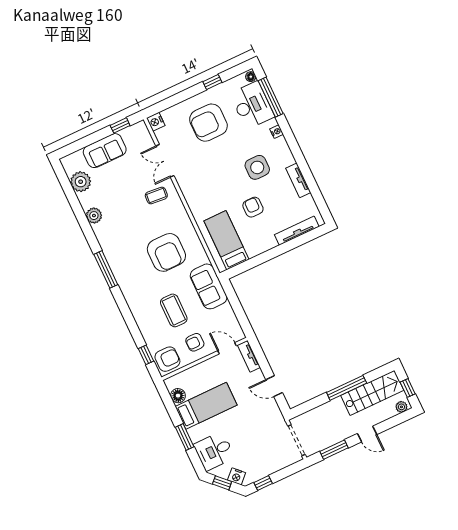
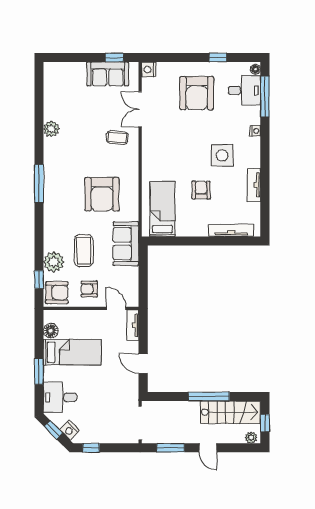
desk: (252, 105) -> (244, 90), width x0.73
armchair: (208, 123) -> (197, 93), turned -90
sofa: (105, 151) -> (108, 74), moved
plant: (81, 182) -> (54, 262), moved

